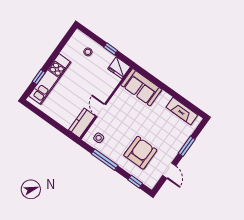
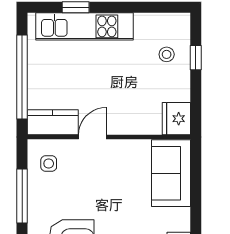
window: (111, 49) -> (196, 58), moved
window: (52, 122) -> (22, 77), added

